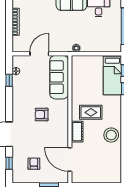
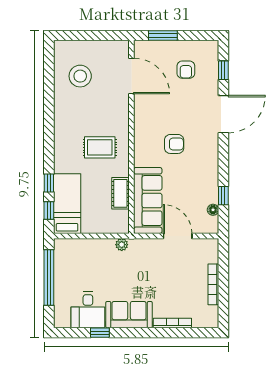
door: (39, 54) -> (178, 236), swing flipped
cot: (77, 132) -> (120, 193), moved
stool: (111, 135) -> (80, 76), moved

